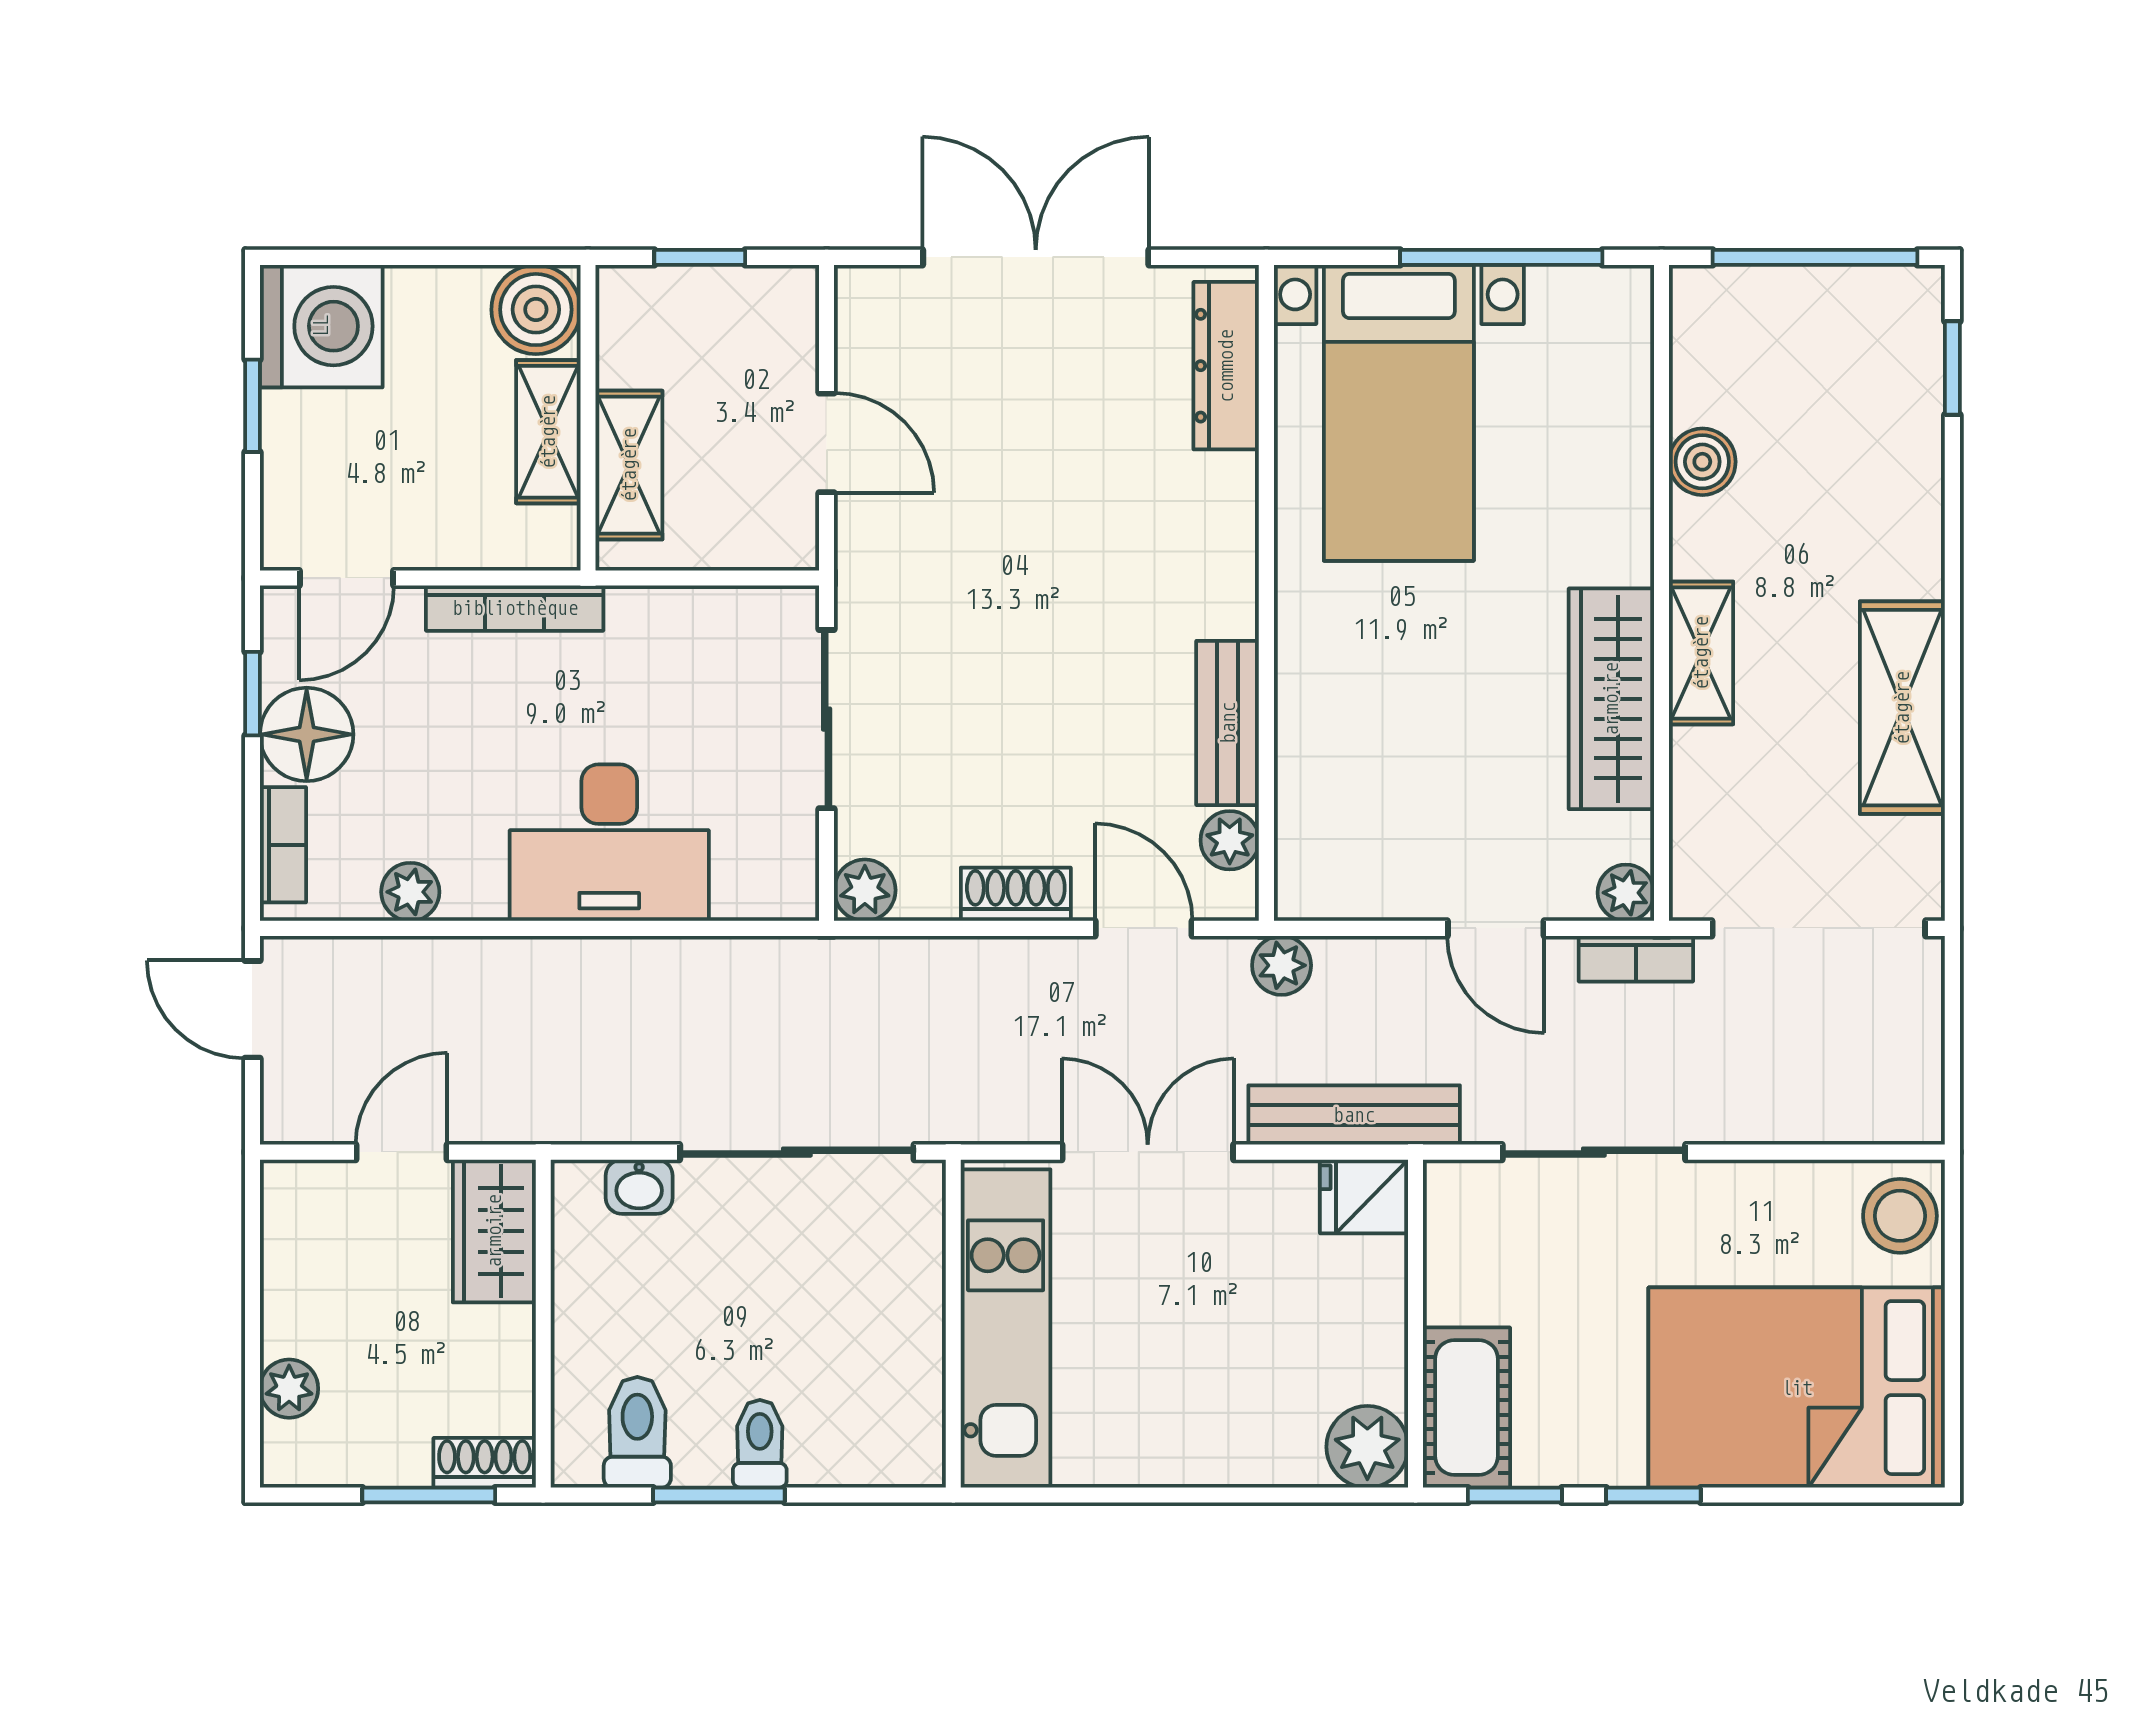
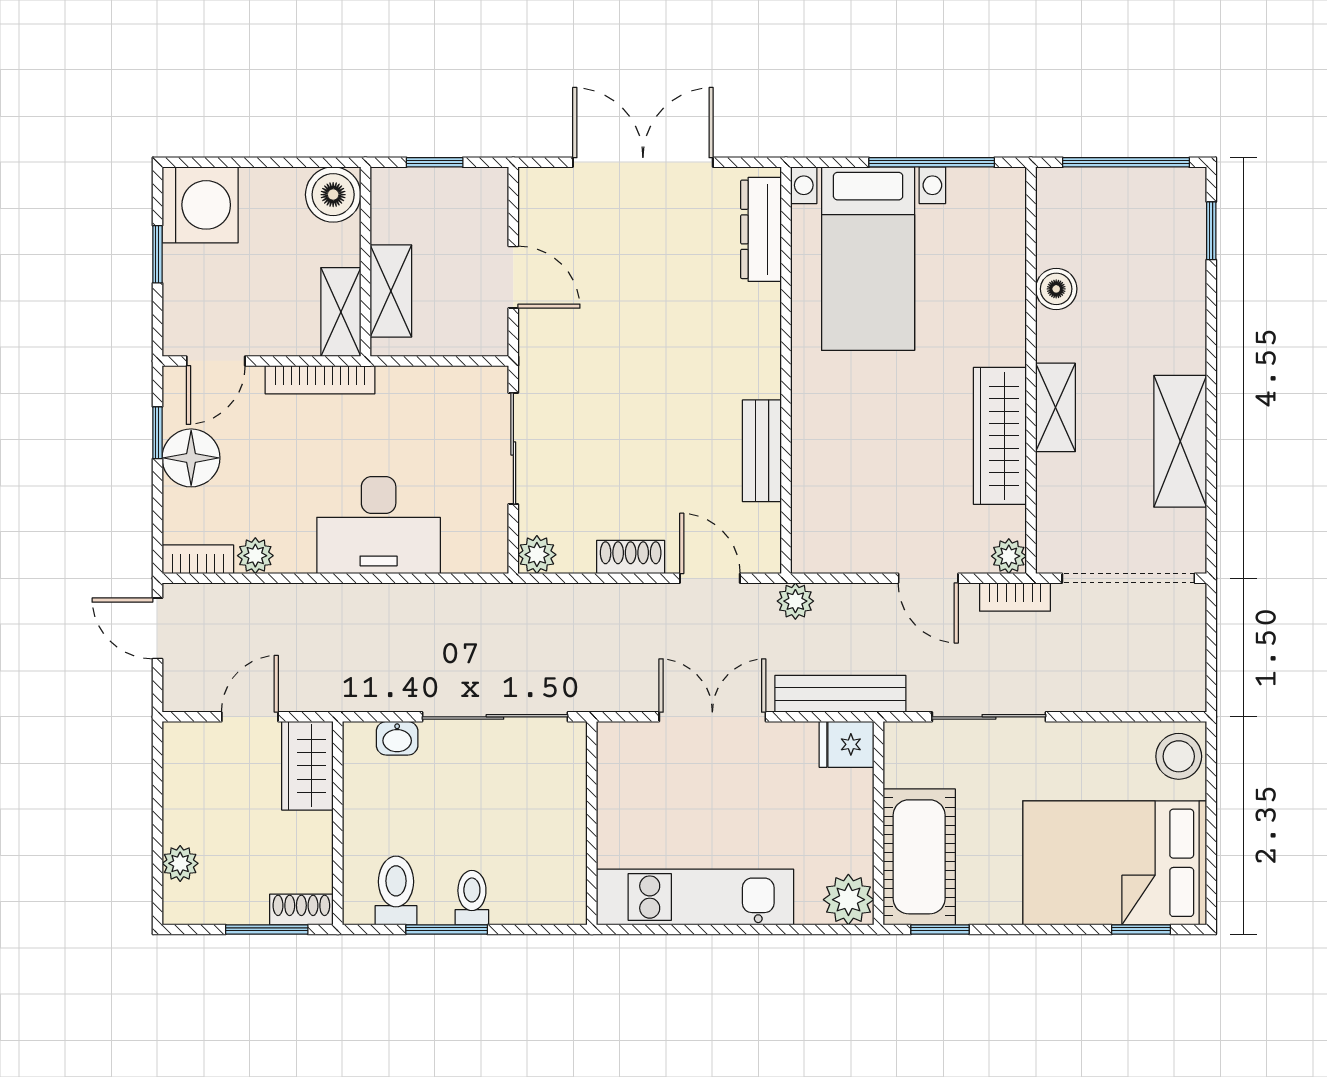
shelving: (548, 432) -> (341, 312), moved
plant: (1230, 840) -> (763, 524), removed
bookcase: (283, 845) -> (198, 559), moved, turned -90
kitchen unit: (1006, 1328) -> (695, 897), moved, turned -90
cot: (1467, 1407) -> (919, 857), width x1.37, depth x1.34
window: (1653, 1495) -> (1141, 929), moved

